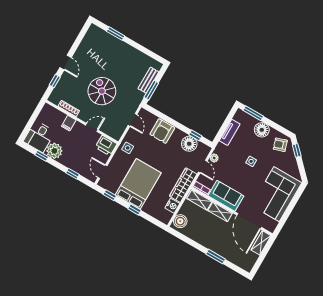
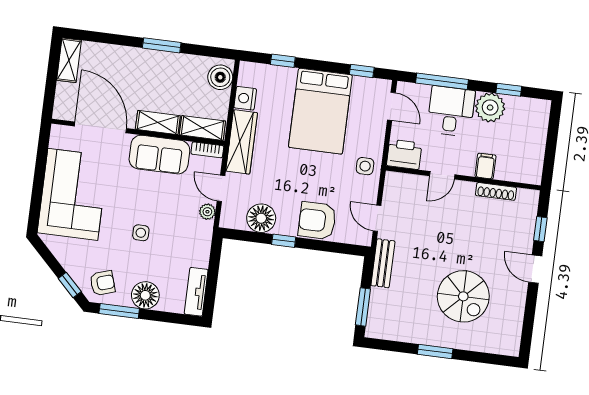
window: (116, 34) -> (435, 352), moved
bench: (148, 80) -> (383, 263), moved
window: (151, 90) -> (363, 307), moved
spiral stairs: (102, 91) -> (463, 296), moved
window: (253, 113) -> (119, 311), moved
armchair: (162, 131) -> (317, 221), turned -90
tv unit: (230, 132) -> (196, 292), moved
window: (195, 135) -> (284, 241), moved
desk: (39, 137) -> (451, 111), moved
window: (72, 174) -> (442, 81), width x2.17
window: (134, 209) -> (283, 61), moved
shelving: (261, 243) -> (69, 60), moved
window: (216, 257) -> (162, 45), moved

